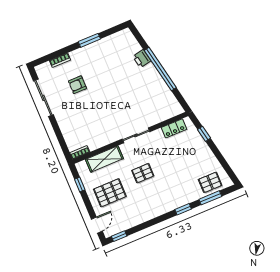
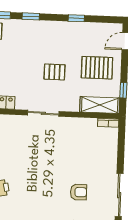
shelving: (104, 159) -> (100, 105), moved
window: (119, 236) -> (76, 18), moved

